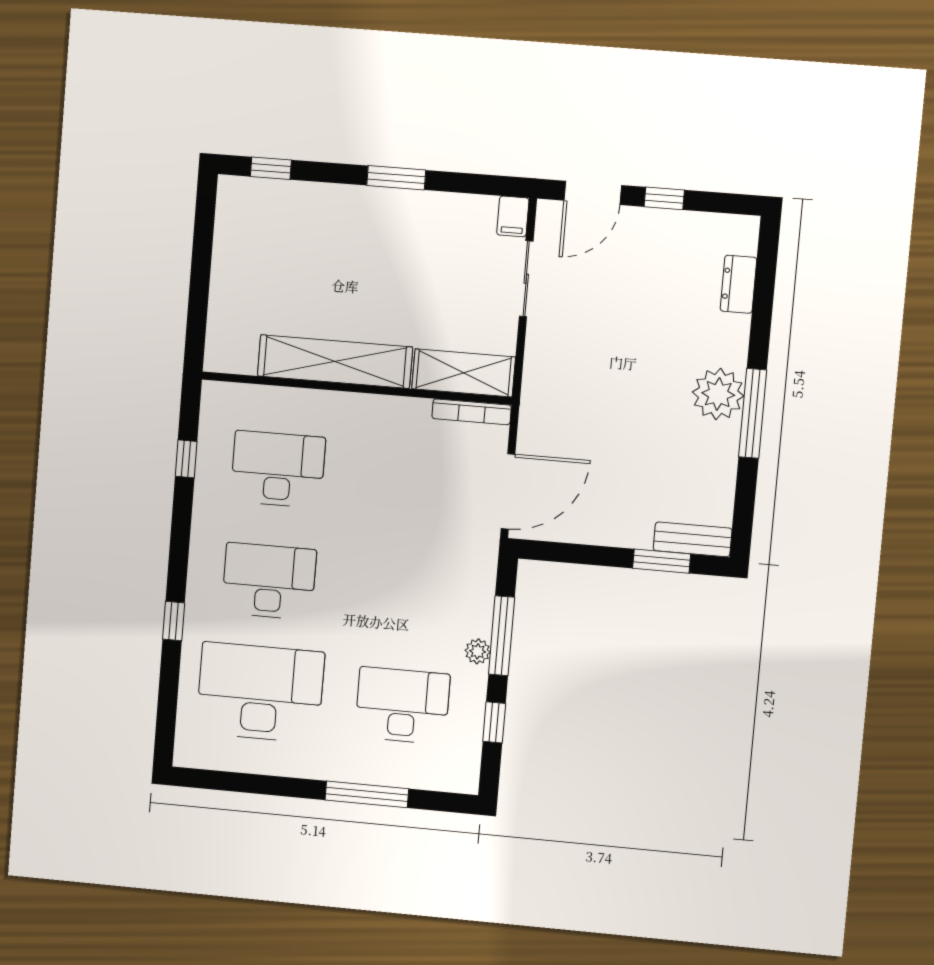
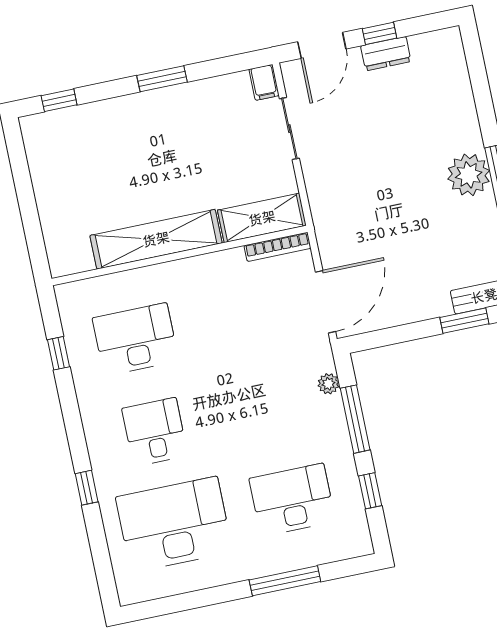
dresser: (738, 284) -> (386, 54), moved, turned -90
desk: (269, 581) -> (155, 432), width x0.73
plant: (478, 651) -> (328, 384), moved

